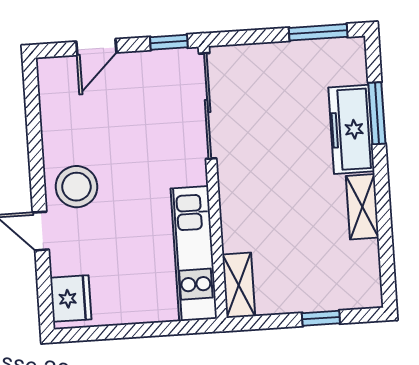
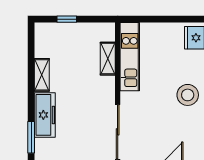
window: (377, 113) -> (31, 137), moved
shelving: (239, 285) -> (108, 59), moved

